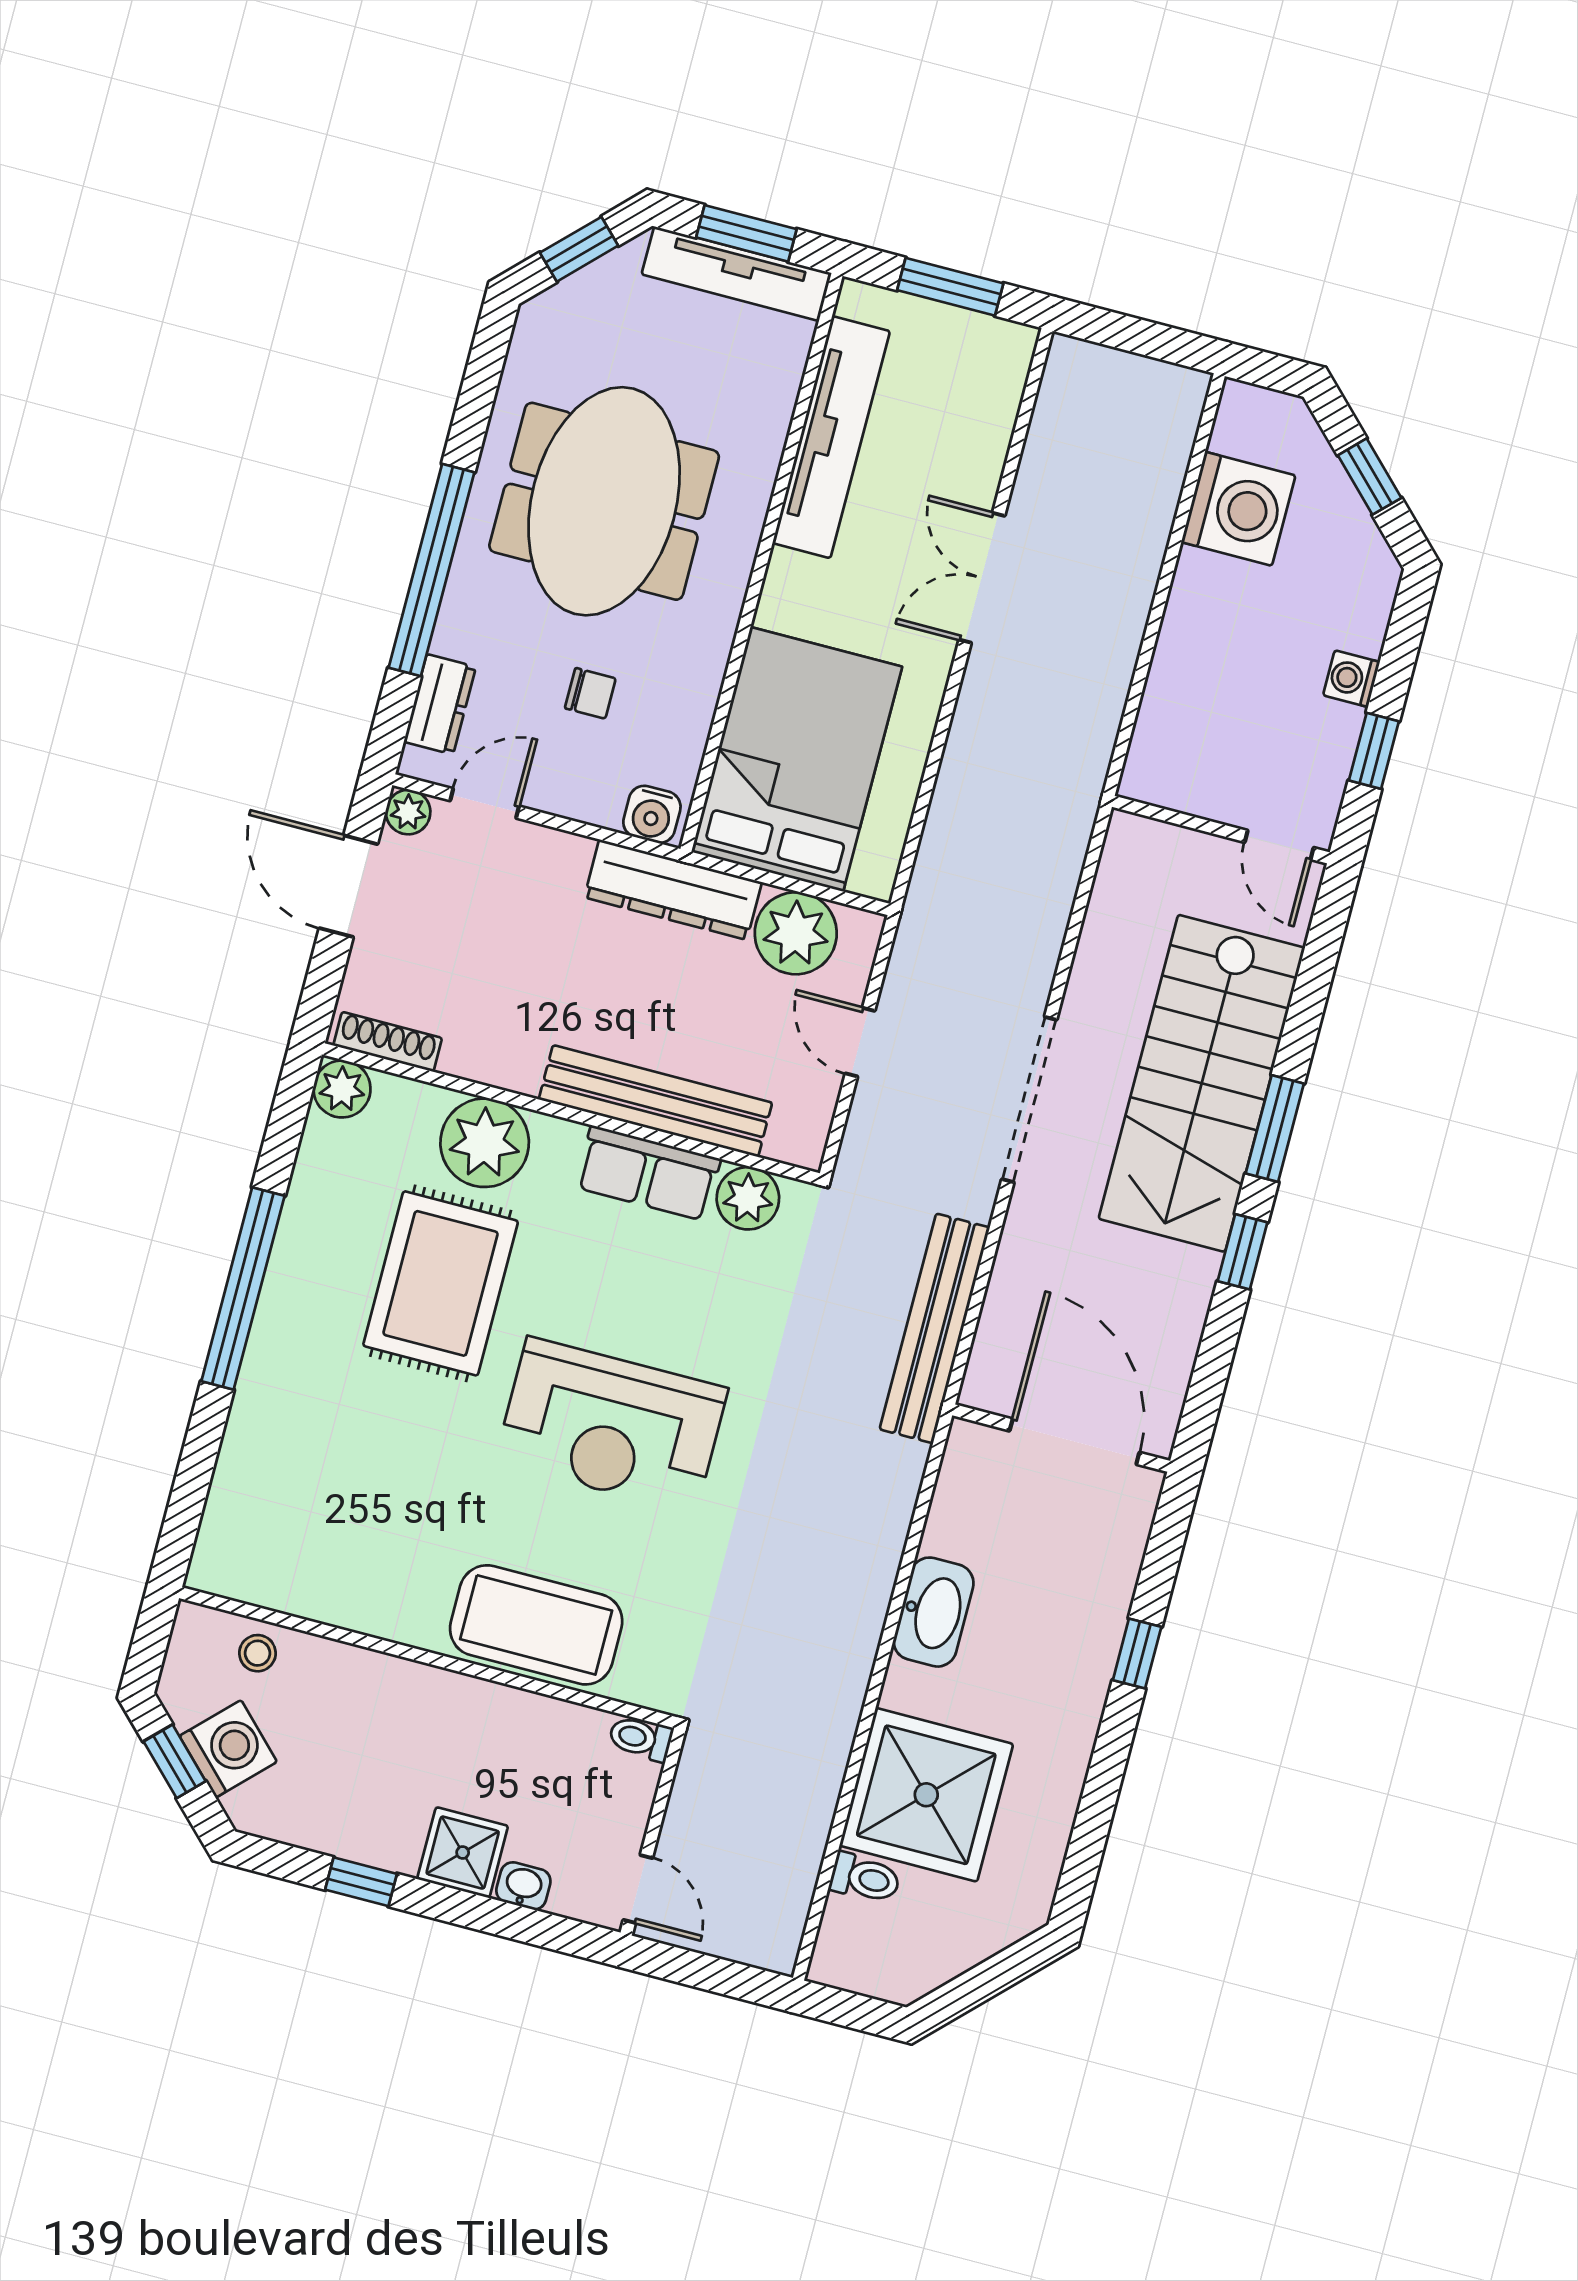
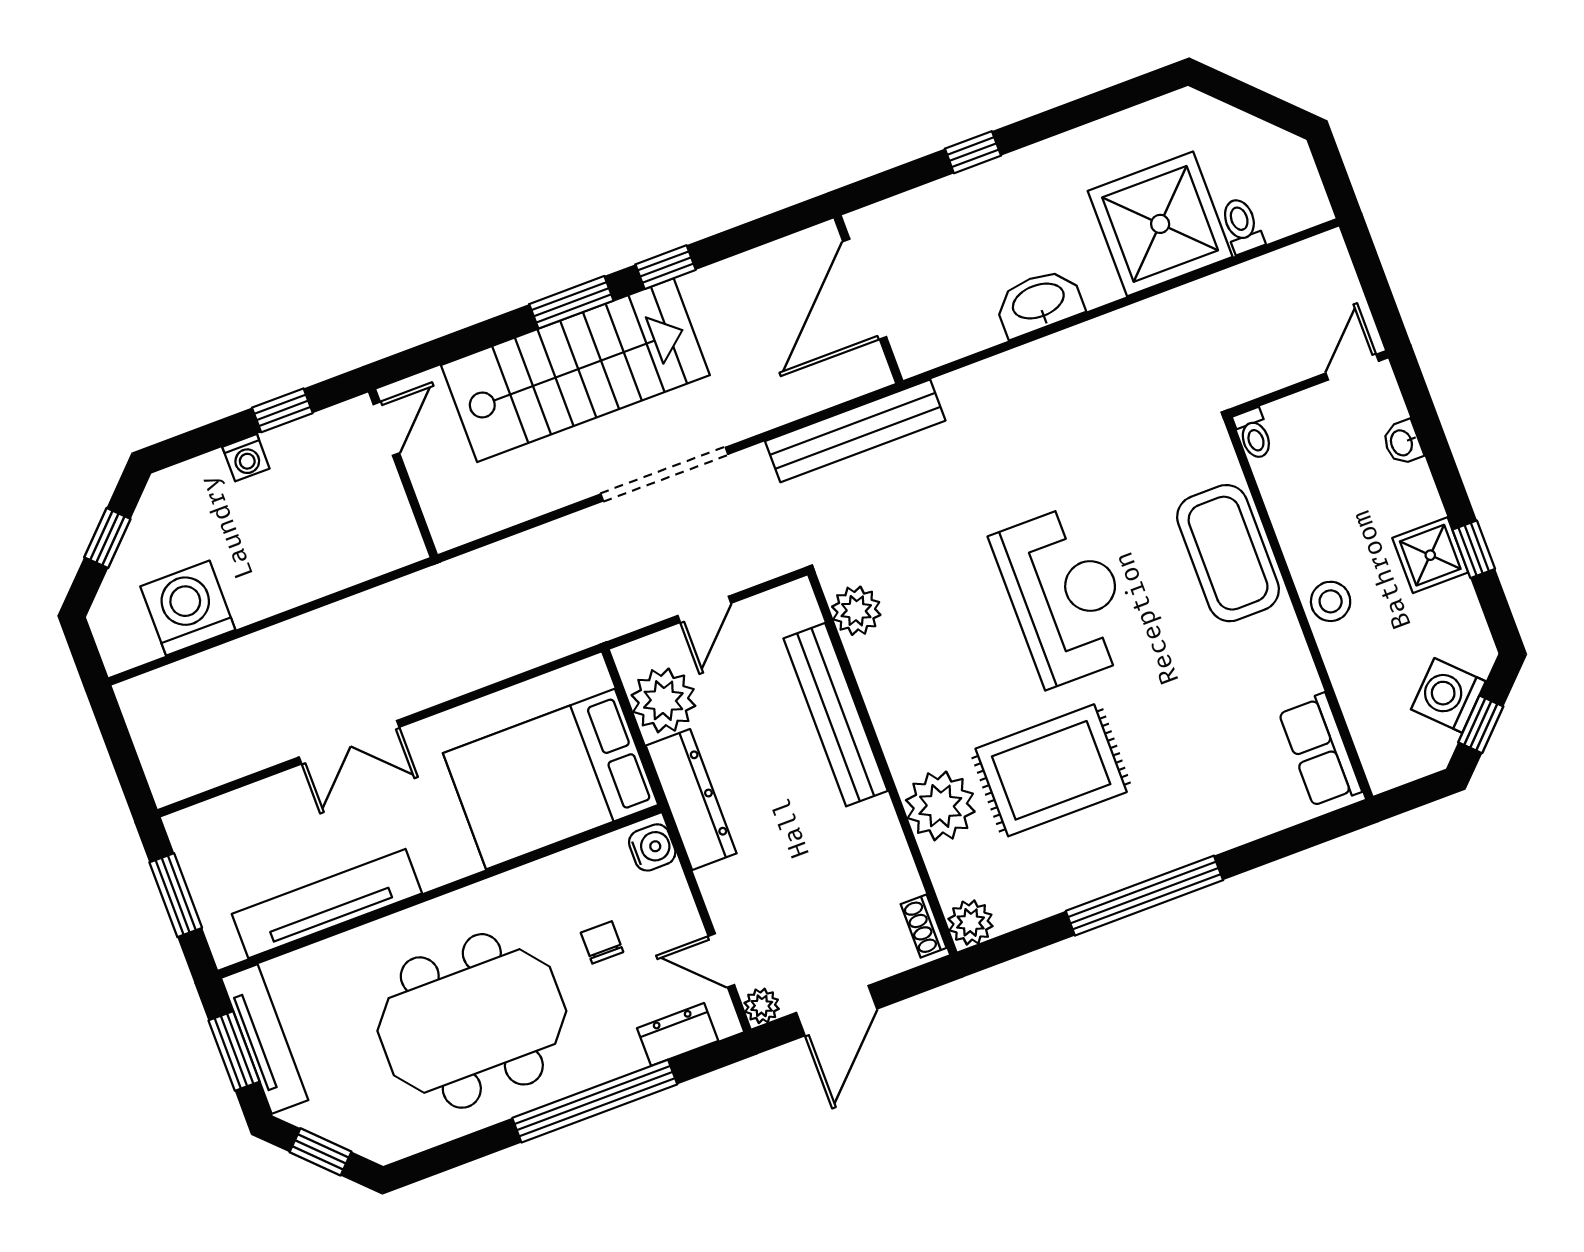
shoe rack: (388, 1042) -> (924, 926), width x0.70
row of seats: (648, 1173) -> (1320, 751), moved, turned 180
stool: (257, 1653) -> (1331, 601), moved, width x1.37, depth x1.37
shower: (463, 1853) -> (1430, 555), moved

